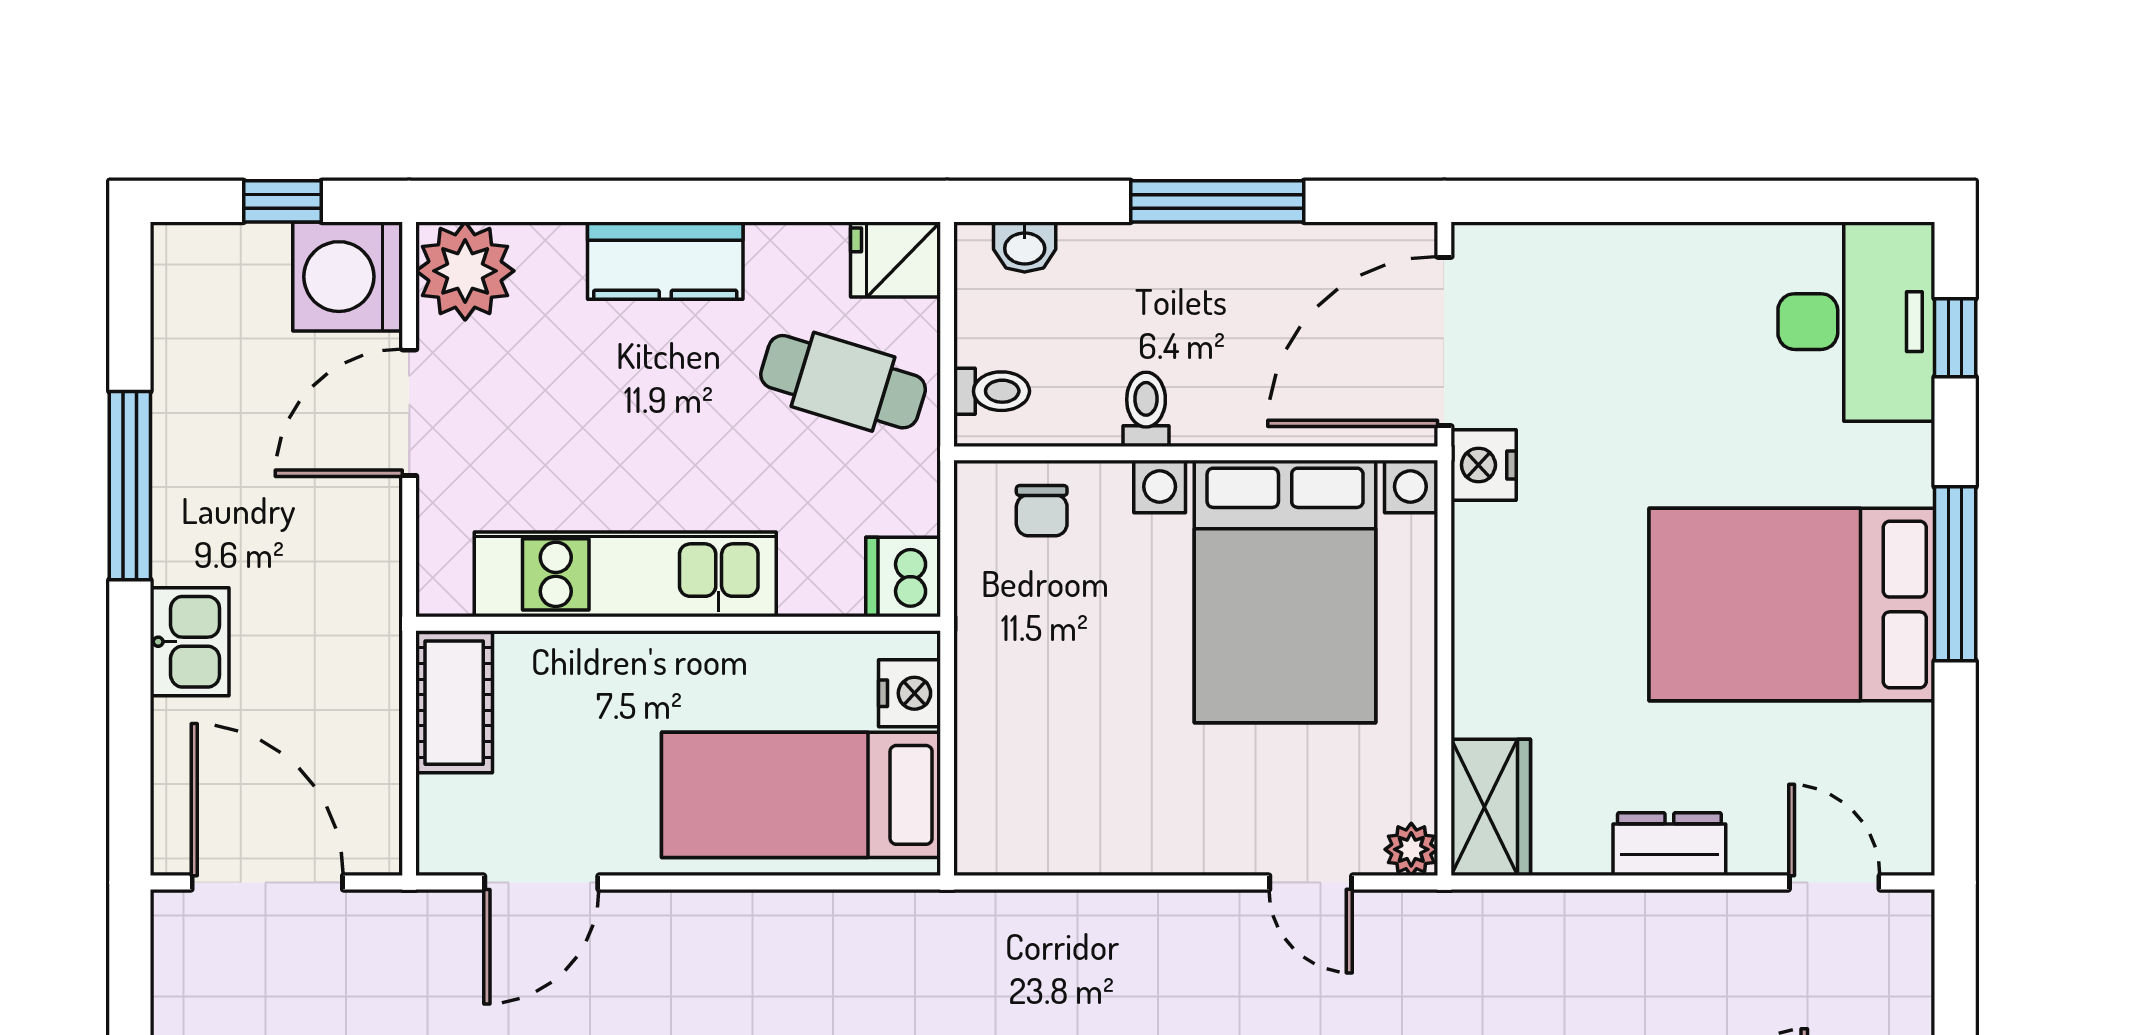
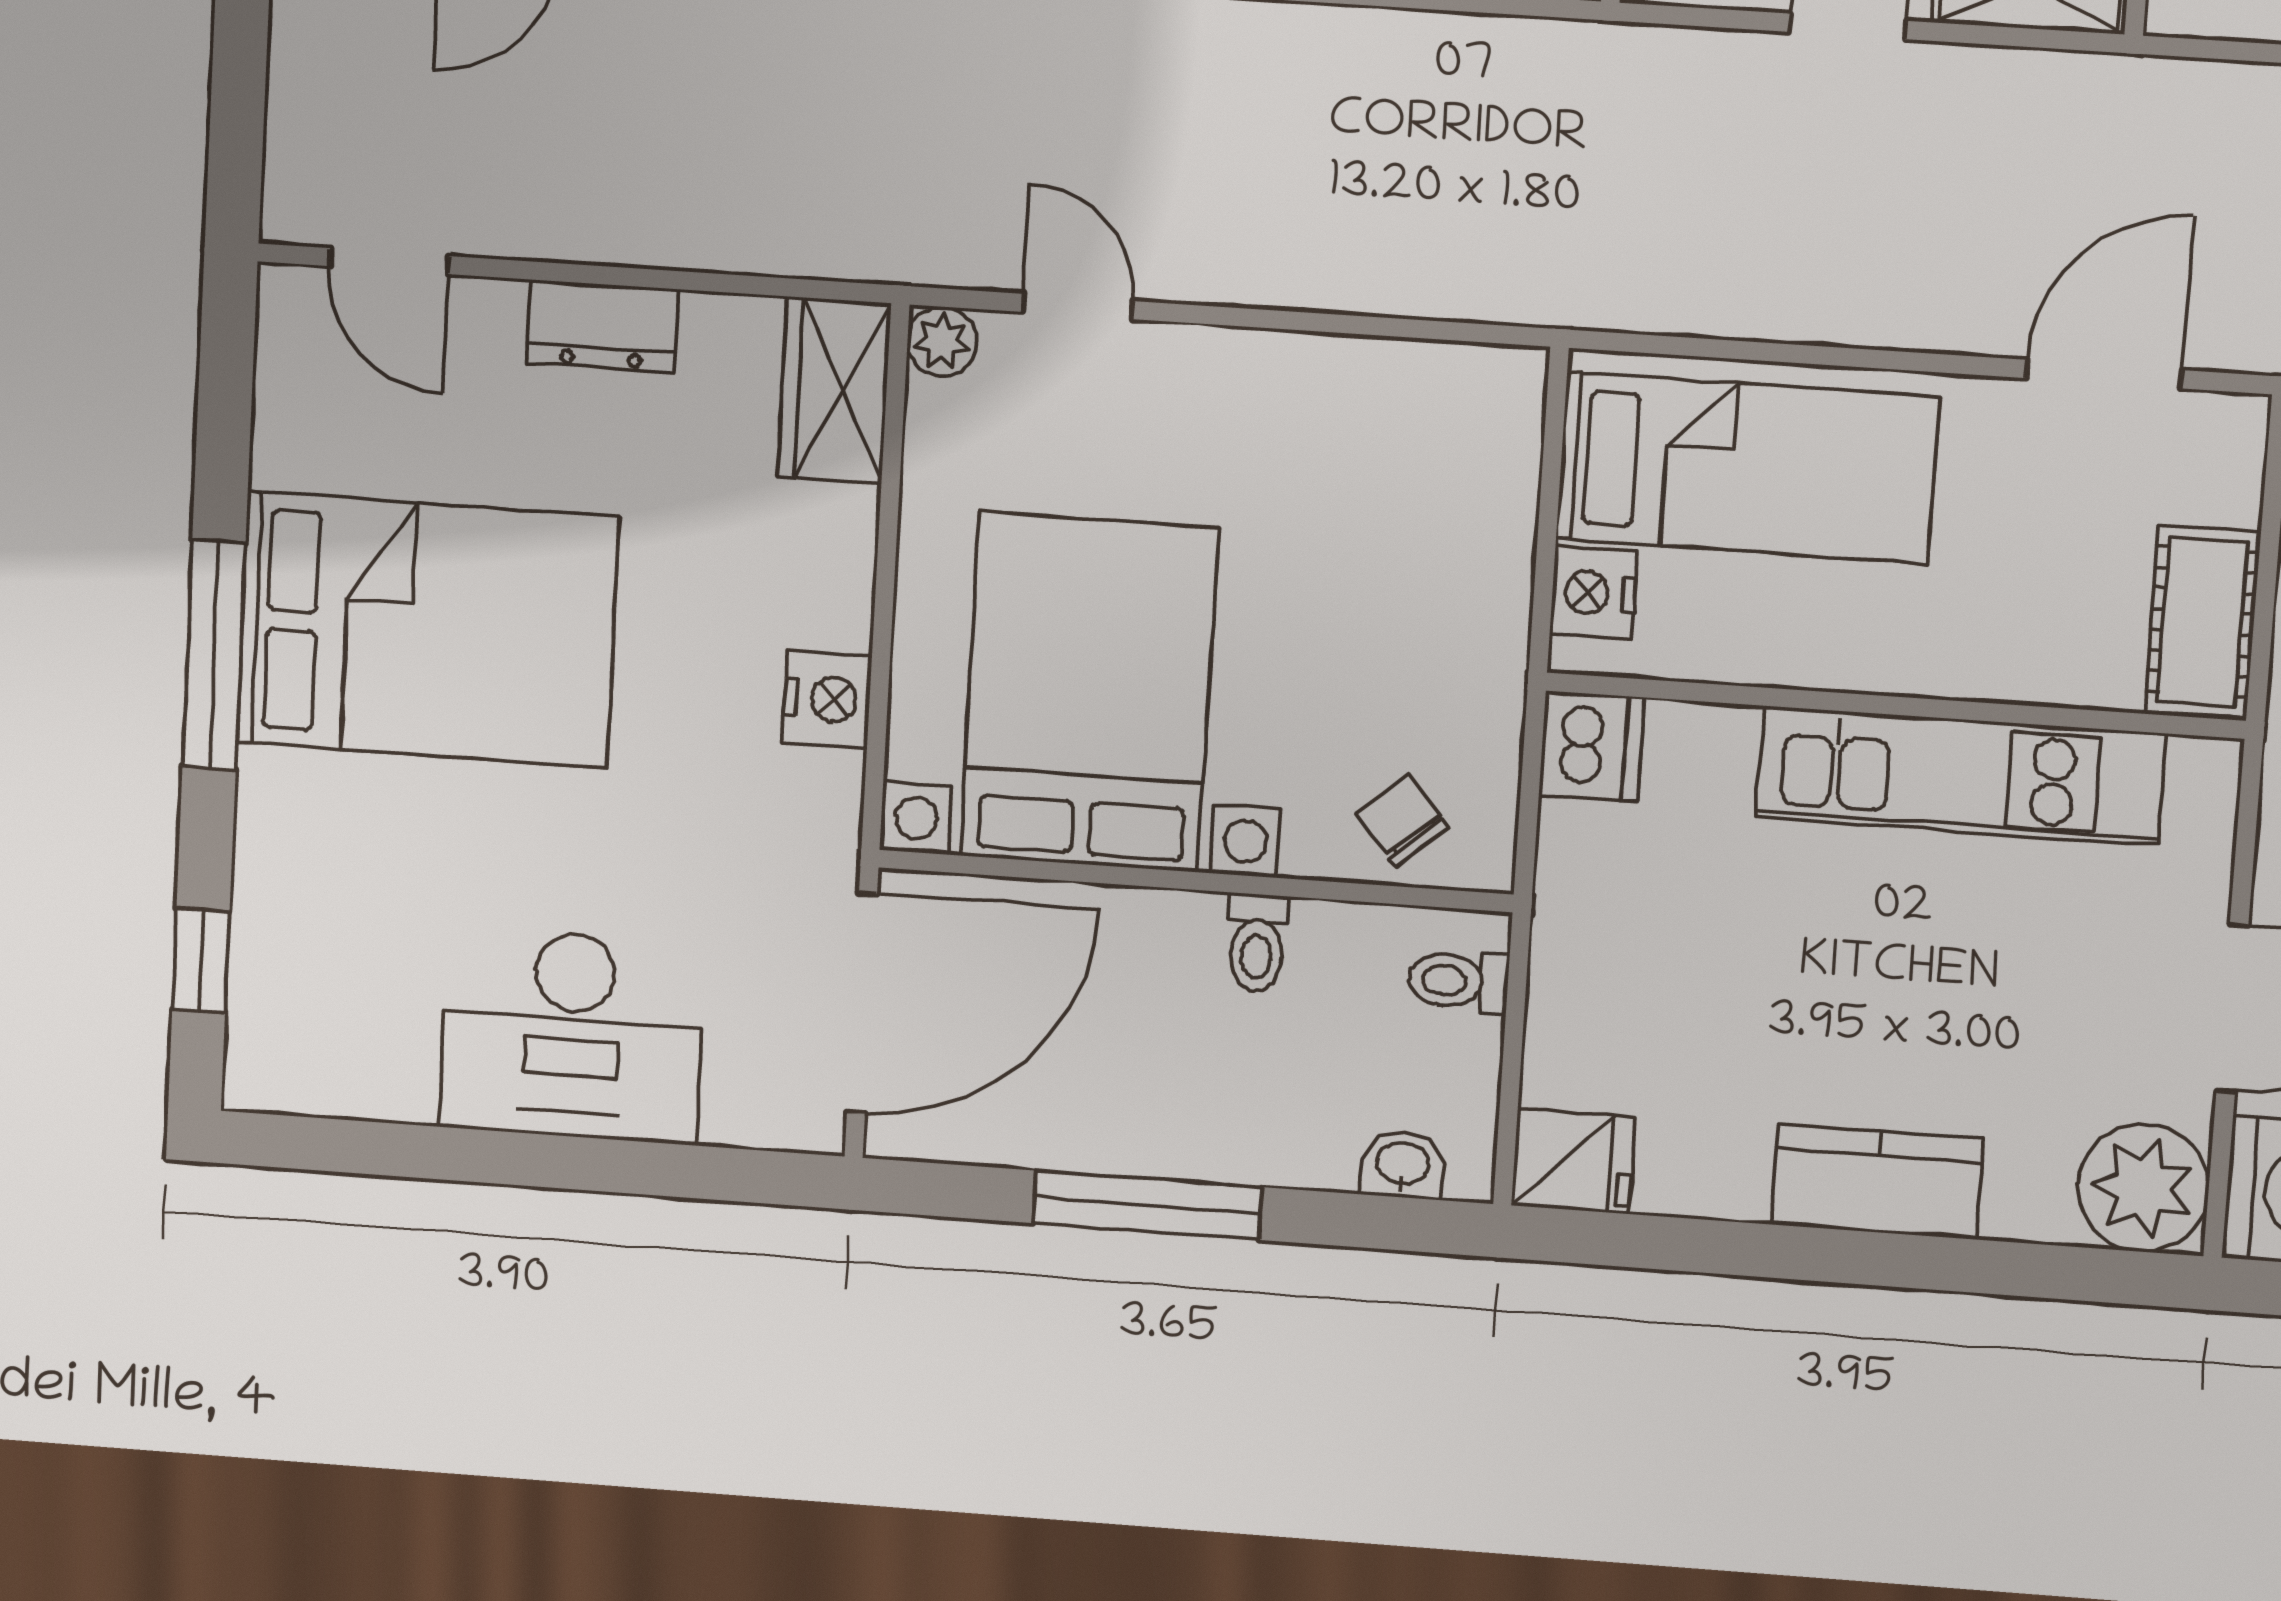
desk: (1856, 322) -> (572, 1036), moved, turned -90
cafe table: (843, 382) -> (1653, 1008), removed
nightstand: (1484, 465) -> (827, 699), moved
chair: (1042, 511) -> (1403, 821), turned -40

